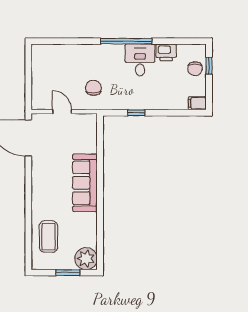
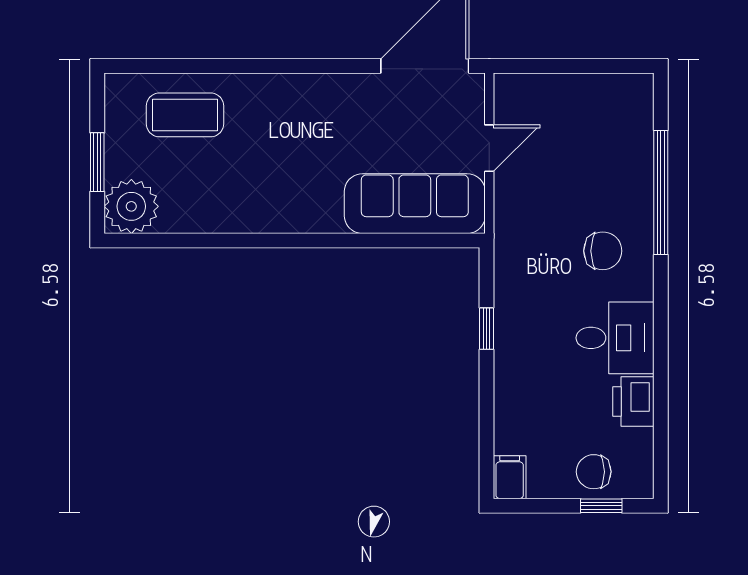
window: (126, 41) -> (661, 192), moved
chair: (93, 88) -> (603, 251), moved
sofa: (85, 183) -> (415, 204), moved

